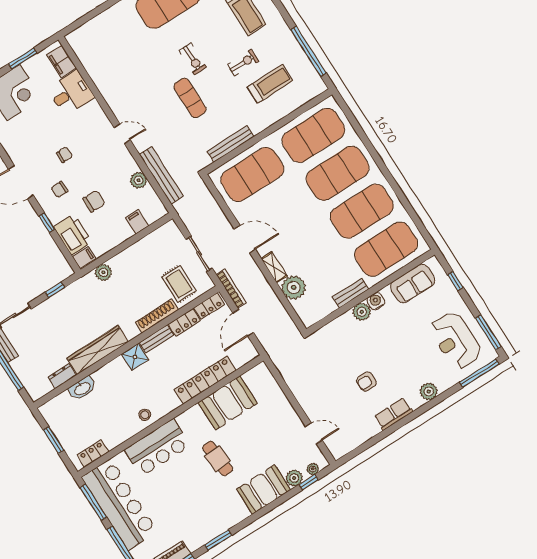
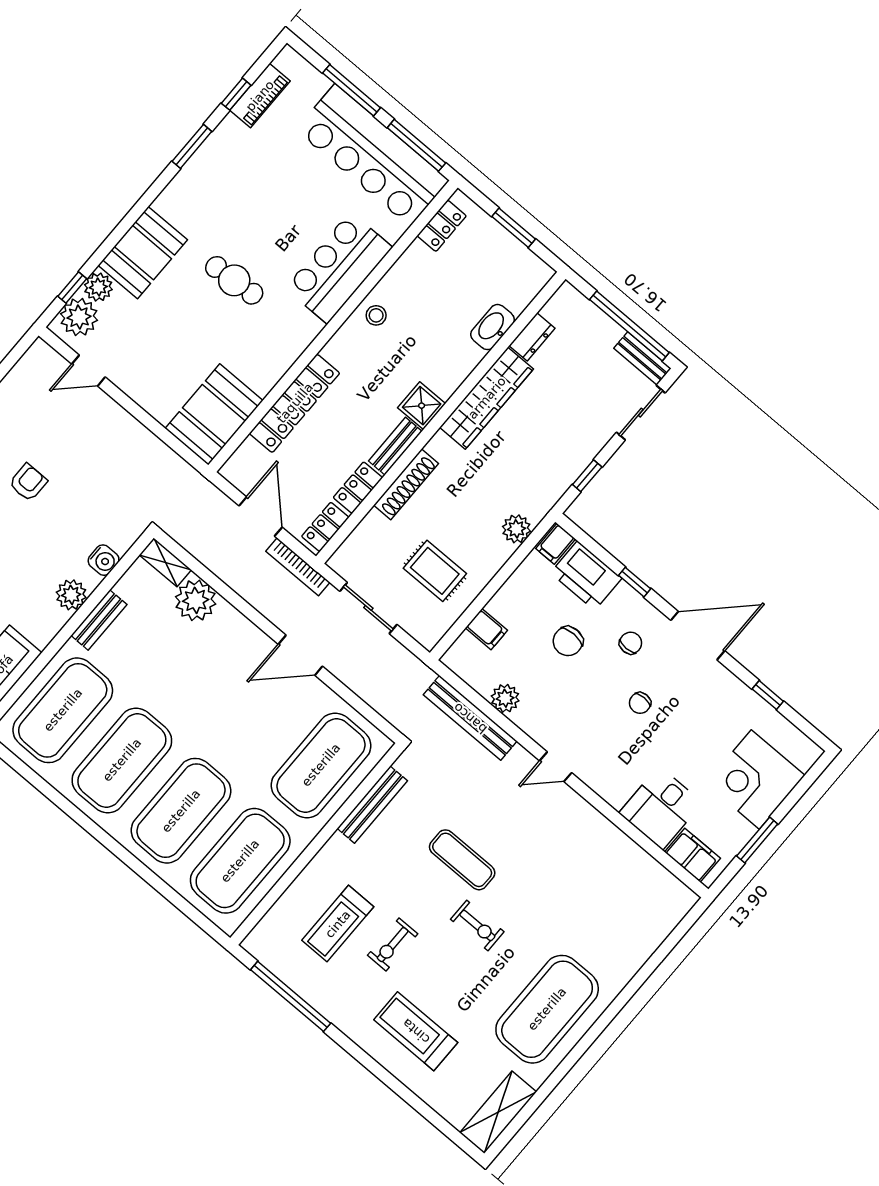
exercise bike: (193, 59) -> (477, 925), turned 180
shelving: (274, 267) -> (165, 562), moved
rug: (179, 284) -> (435, 571), moved
water cooler: (376, 301) -> (104, 560), moved
booth: (228, 403) -> (214, 414), moved
plant: (313, 469) -> (79, 317), width x1.88, depth x1.88

